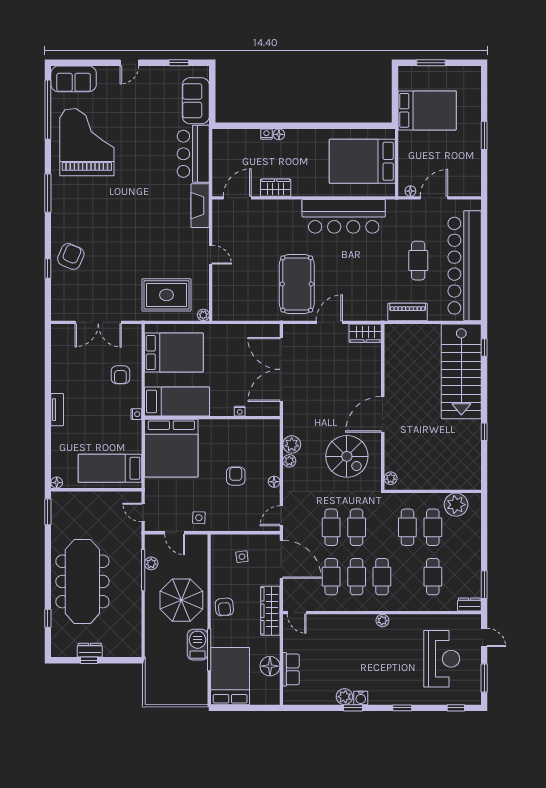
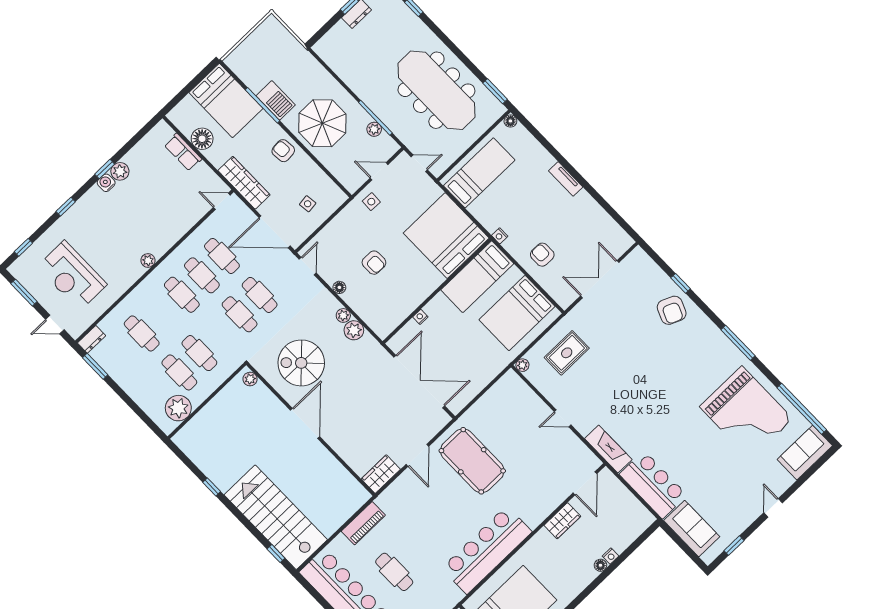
rug: (166, 295) -> (567, 353), width x0.73, depth x0.70
meeting table: (82, 581) -> (436, 90), moved

